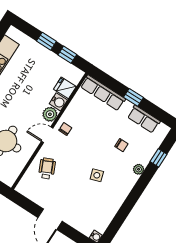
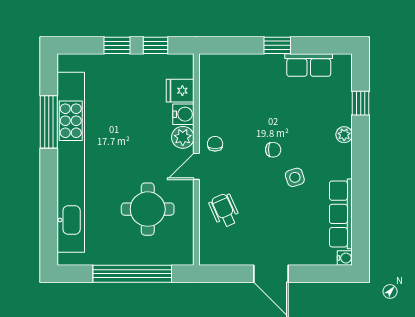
row of seats: (103, 93) -> (341, 214), moved, turned 90
chair: (121, 145) -> (273, 150), moved

